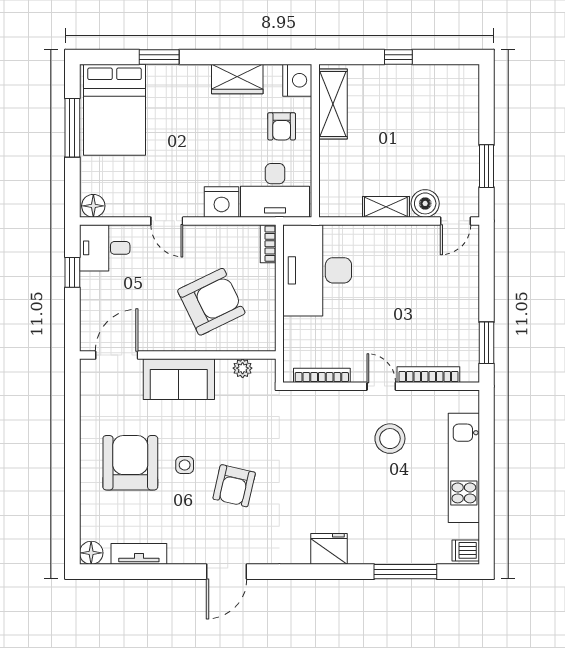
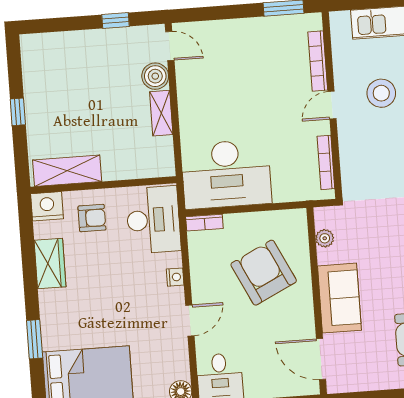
window: (486, 166) -> (115, 20), width x0.67
nightstand: (222, 202) -> (175, 277), width x0.53, depth x0.56

